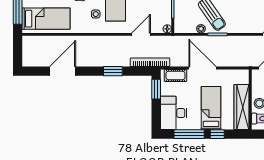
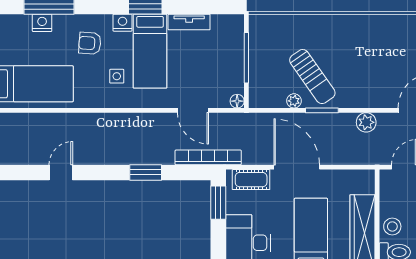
door: (141, 34) -> (193, 110), swing flipped
plant: (244, 42) -> (366, 122), added
door: (63, 71) -> (61, 172), width x0.53

